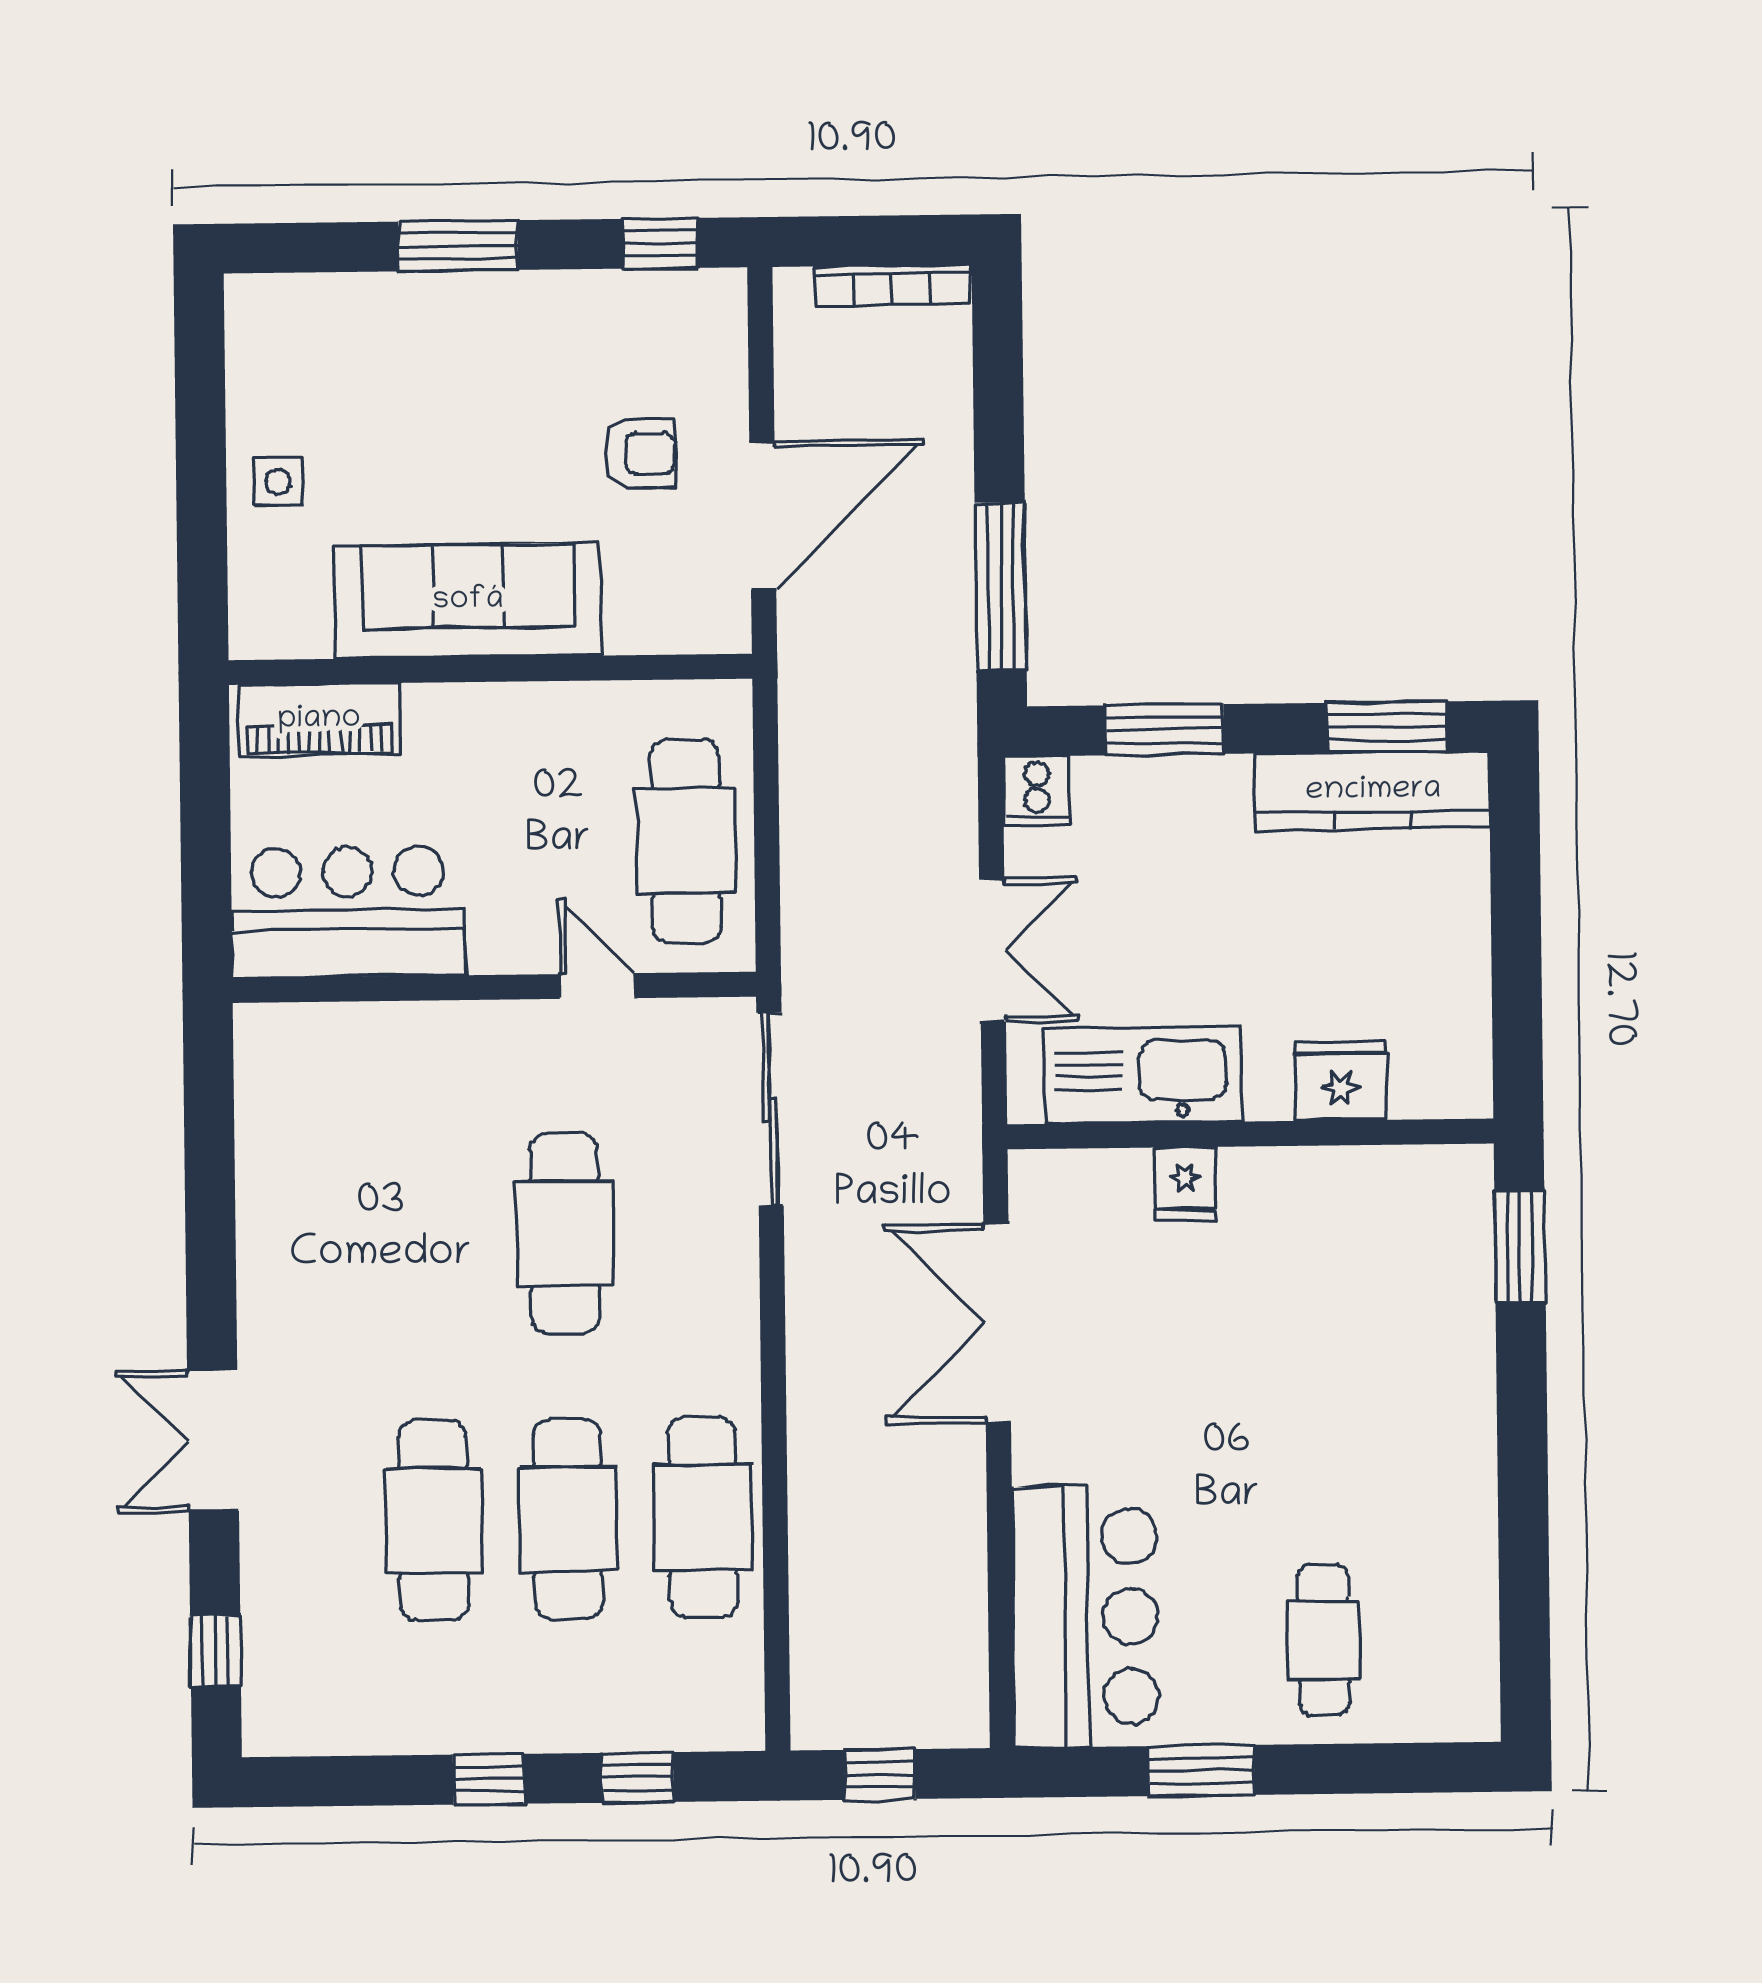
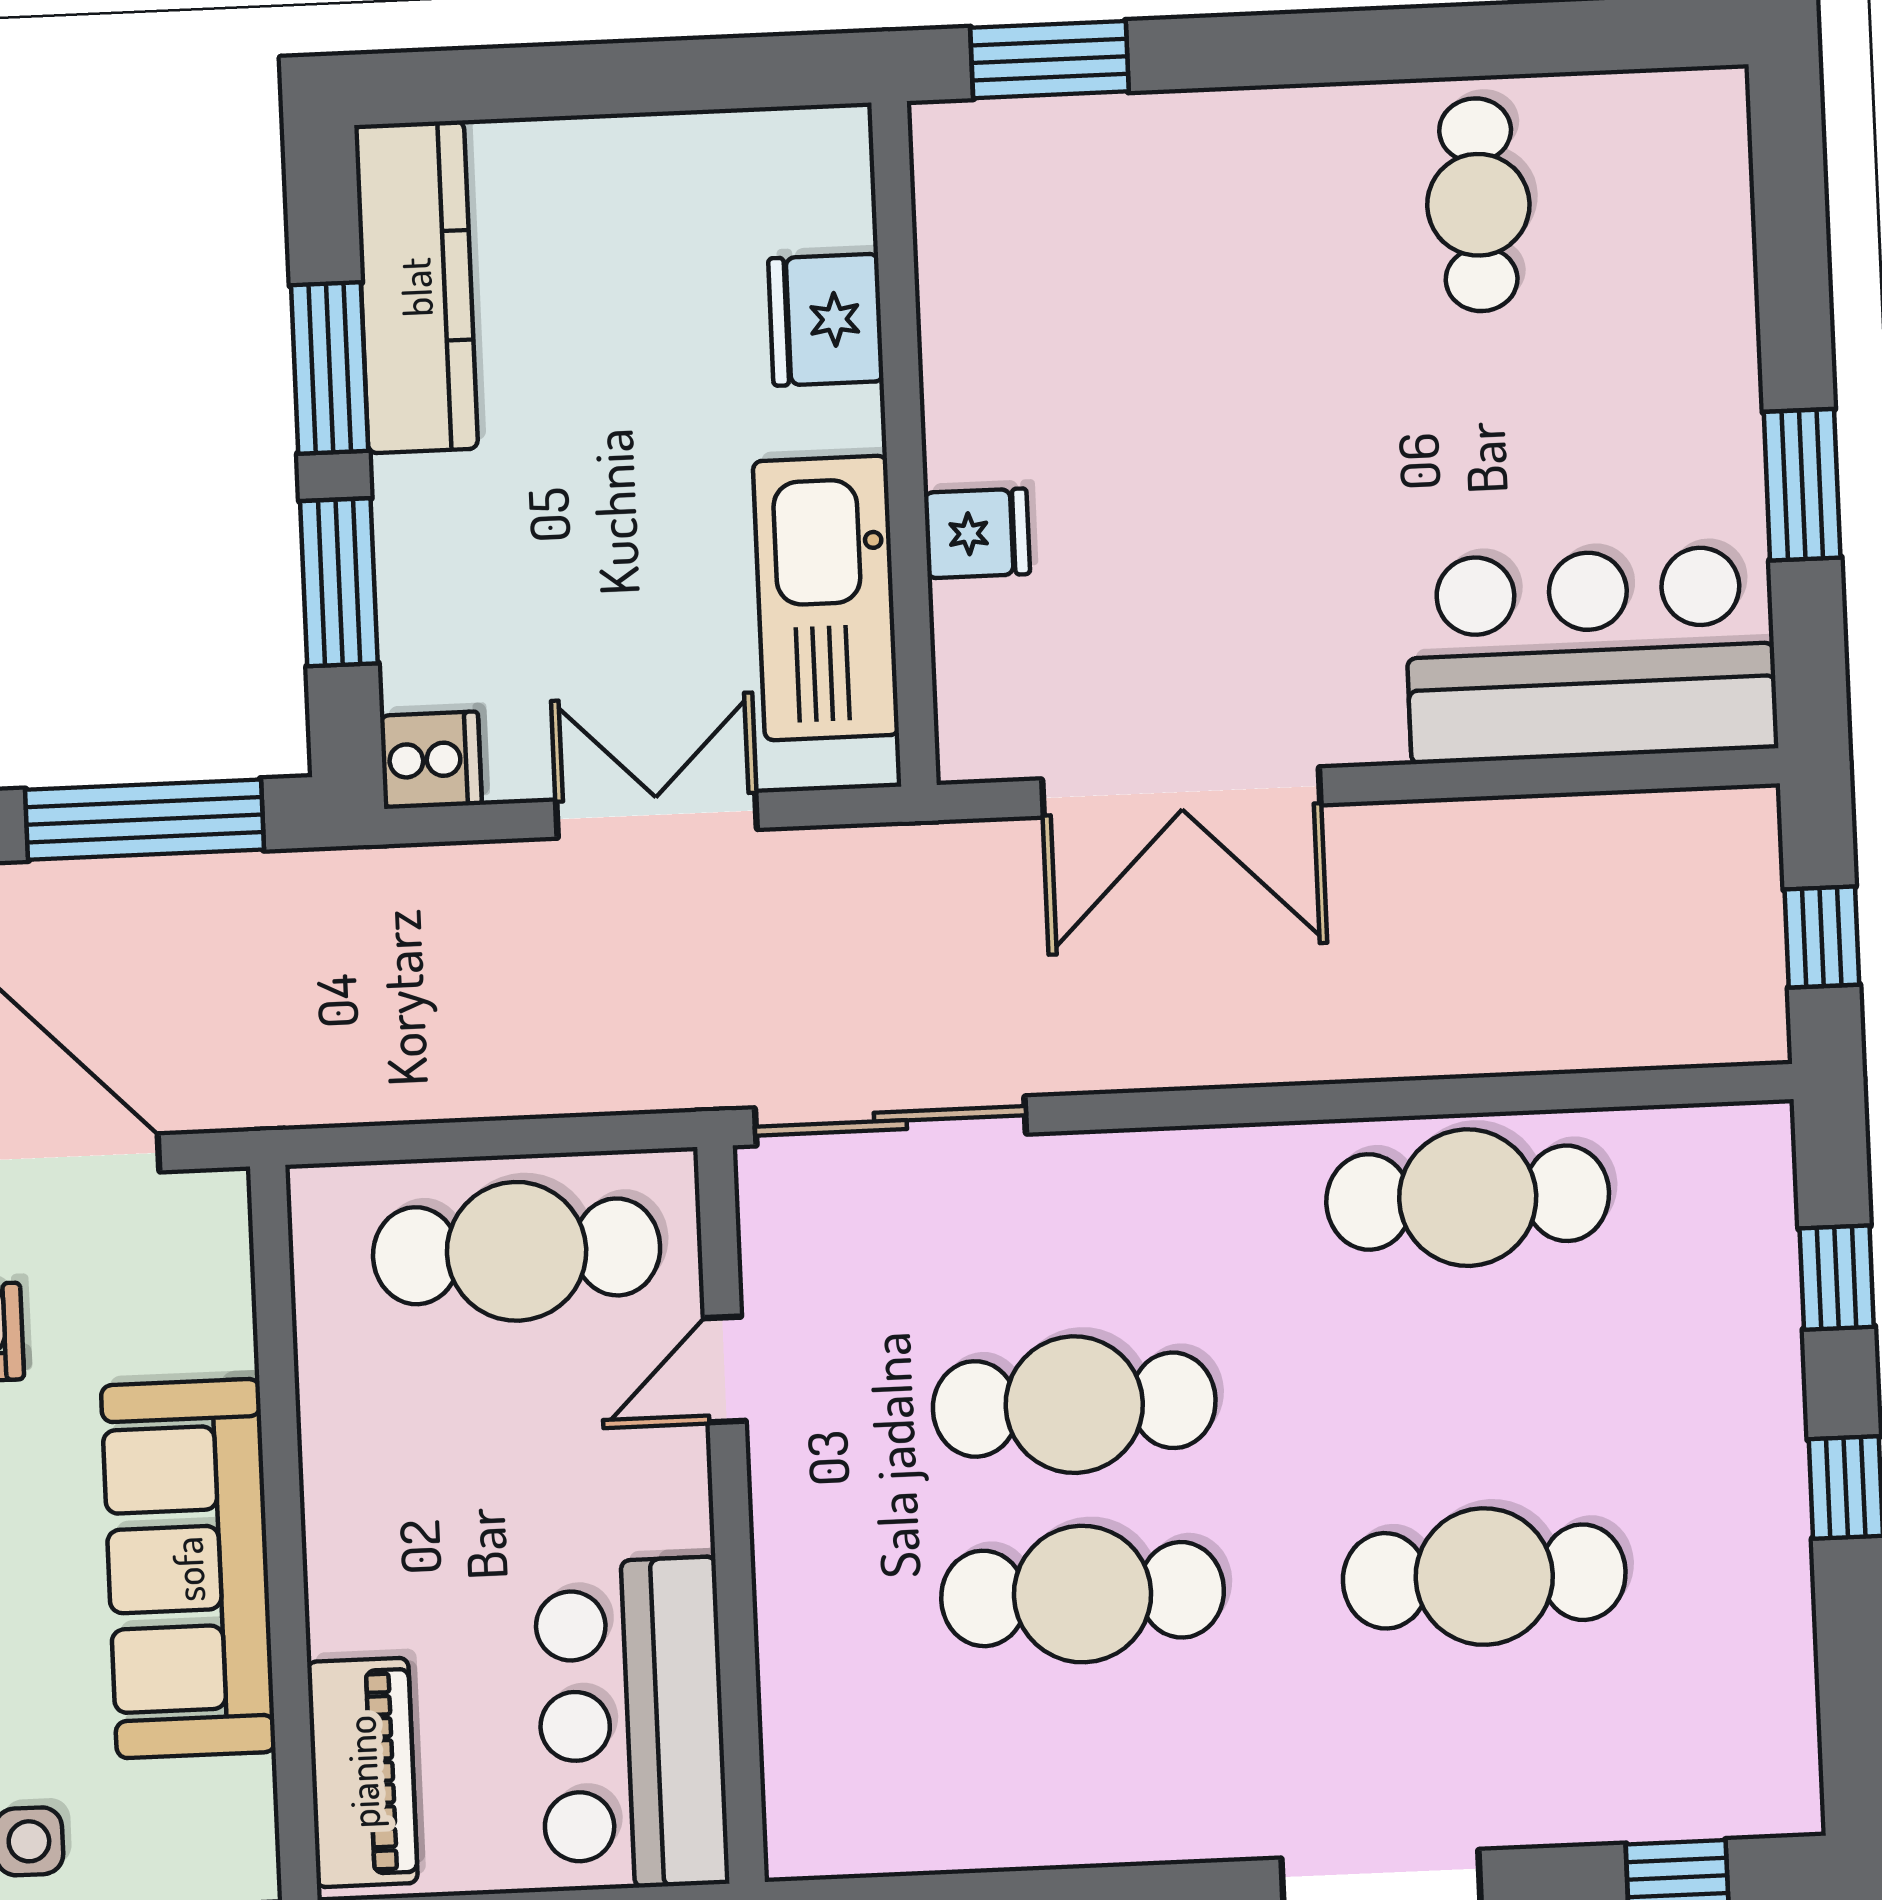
window: (1387, 727) -> (330, 368), moved
cafe table: (568, 1519) -> (1083, 1594), moved
cafe table: (1324, 1640) -> (1478, 205), moved, turned 90

